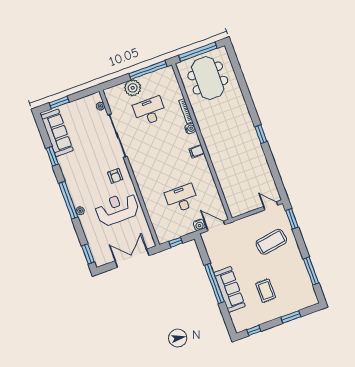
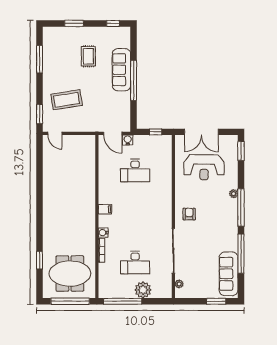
meeting table: (208, 78) -> (70, 273), turned 90
window: (261, 134) -> (40, 260), moved
window: (52, 156) -> (241, 254), width x2.11
reception desk: (117, 209) -> (204, 167), moved

